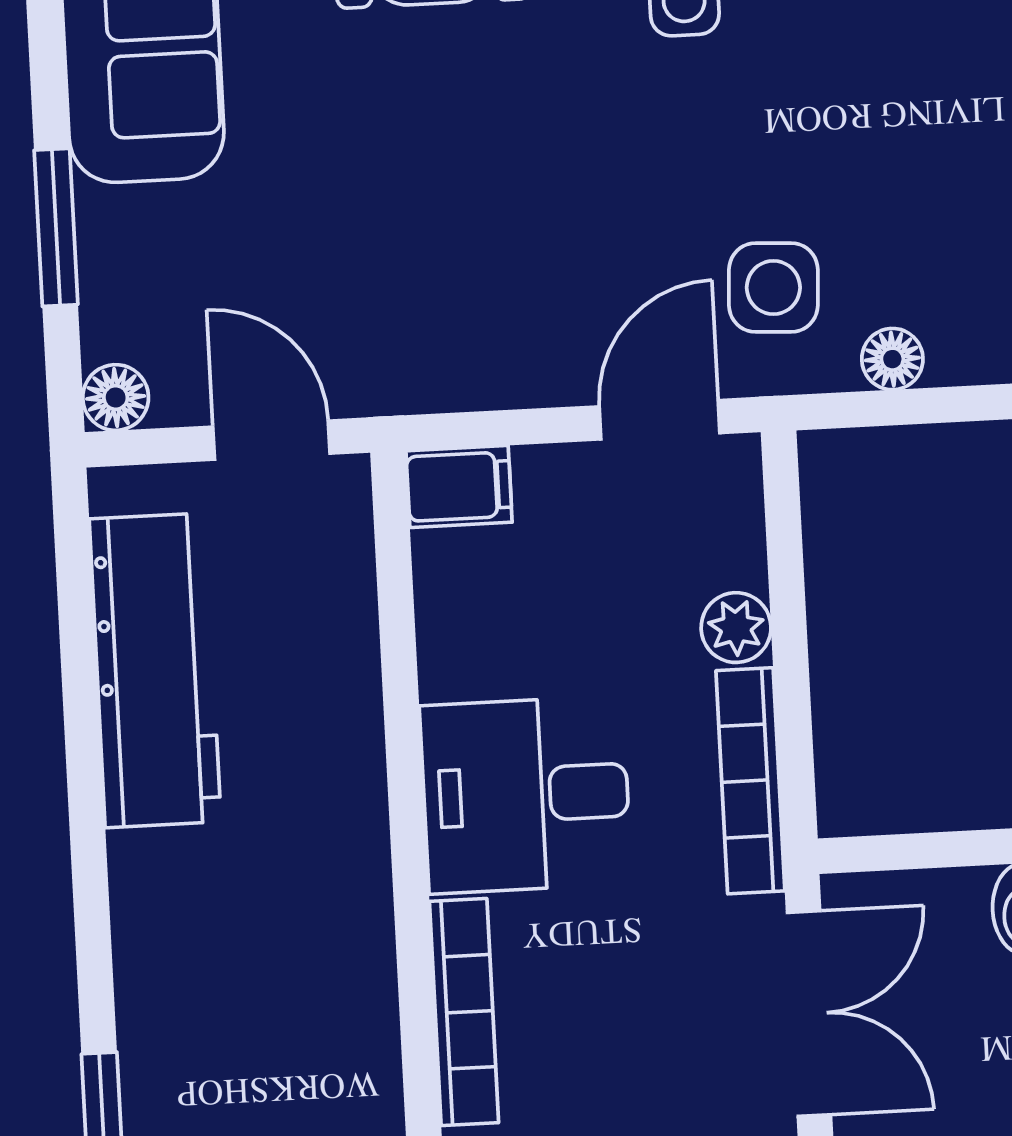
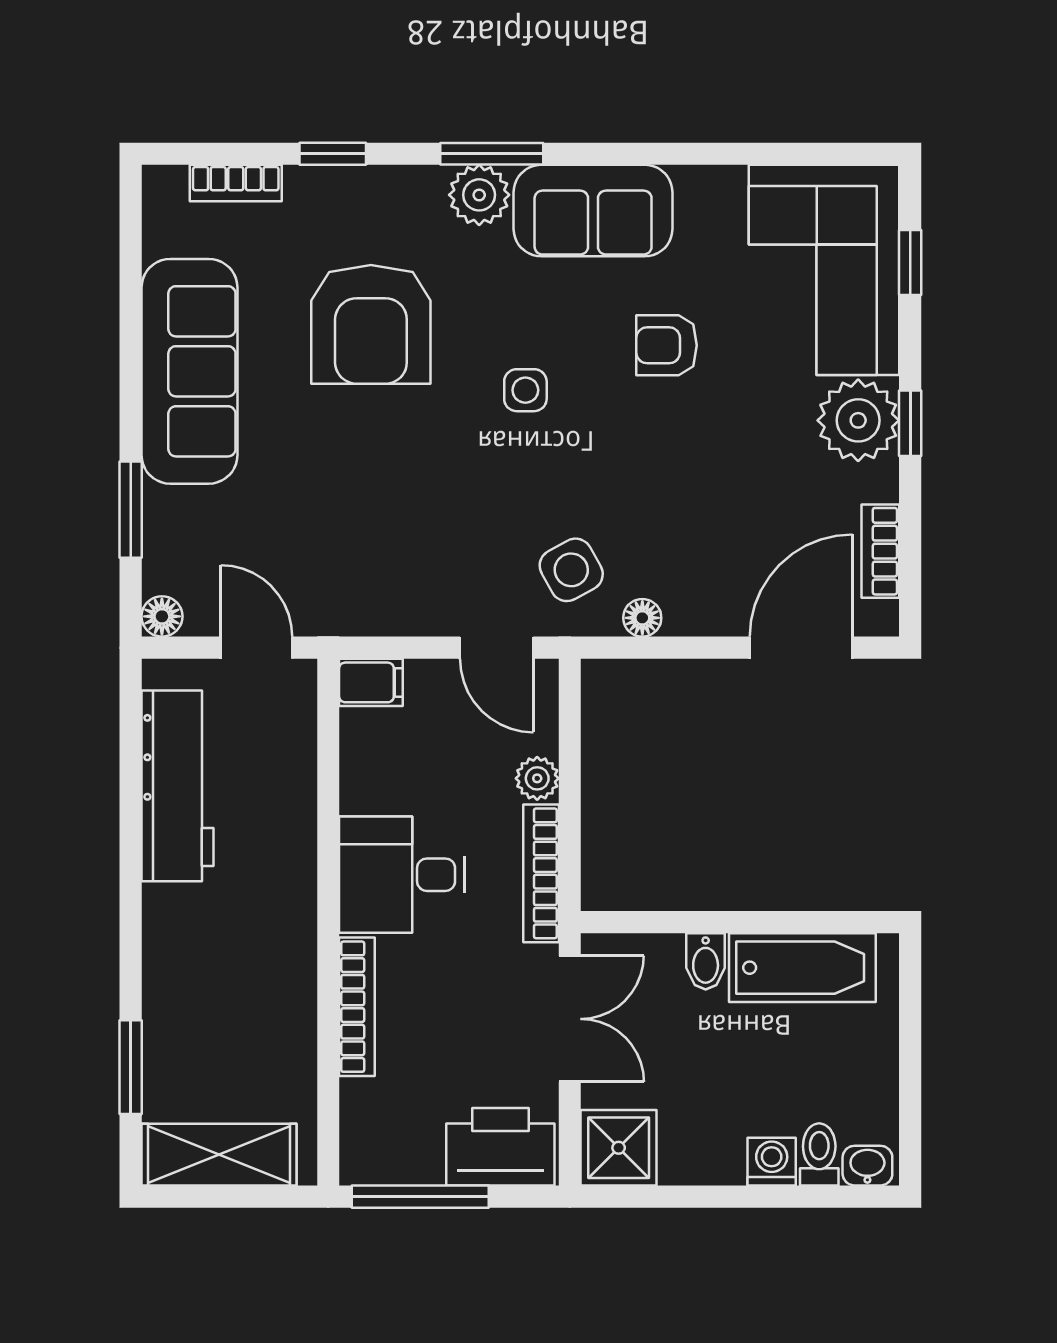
side table: (773, 288) -> (571, 570), turned -32
door: (660, 420) -> (497, 648), swing flipped

